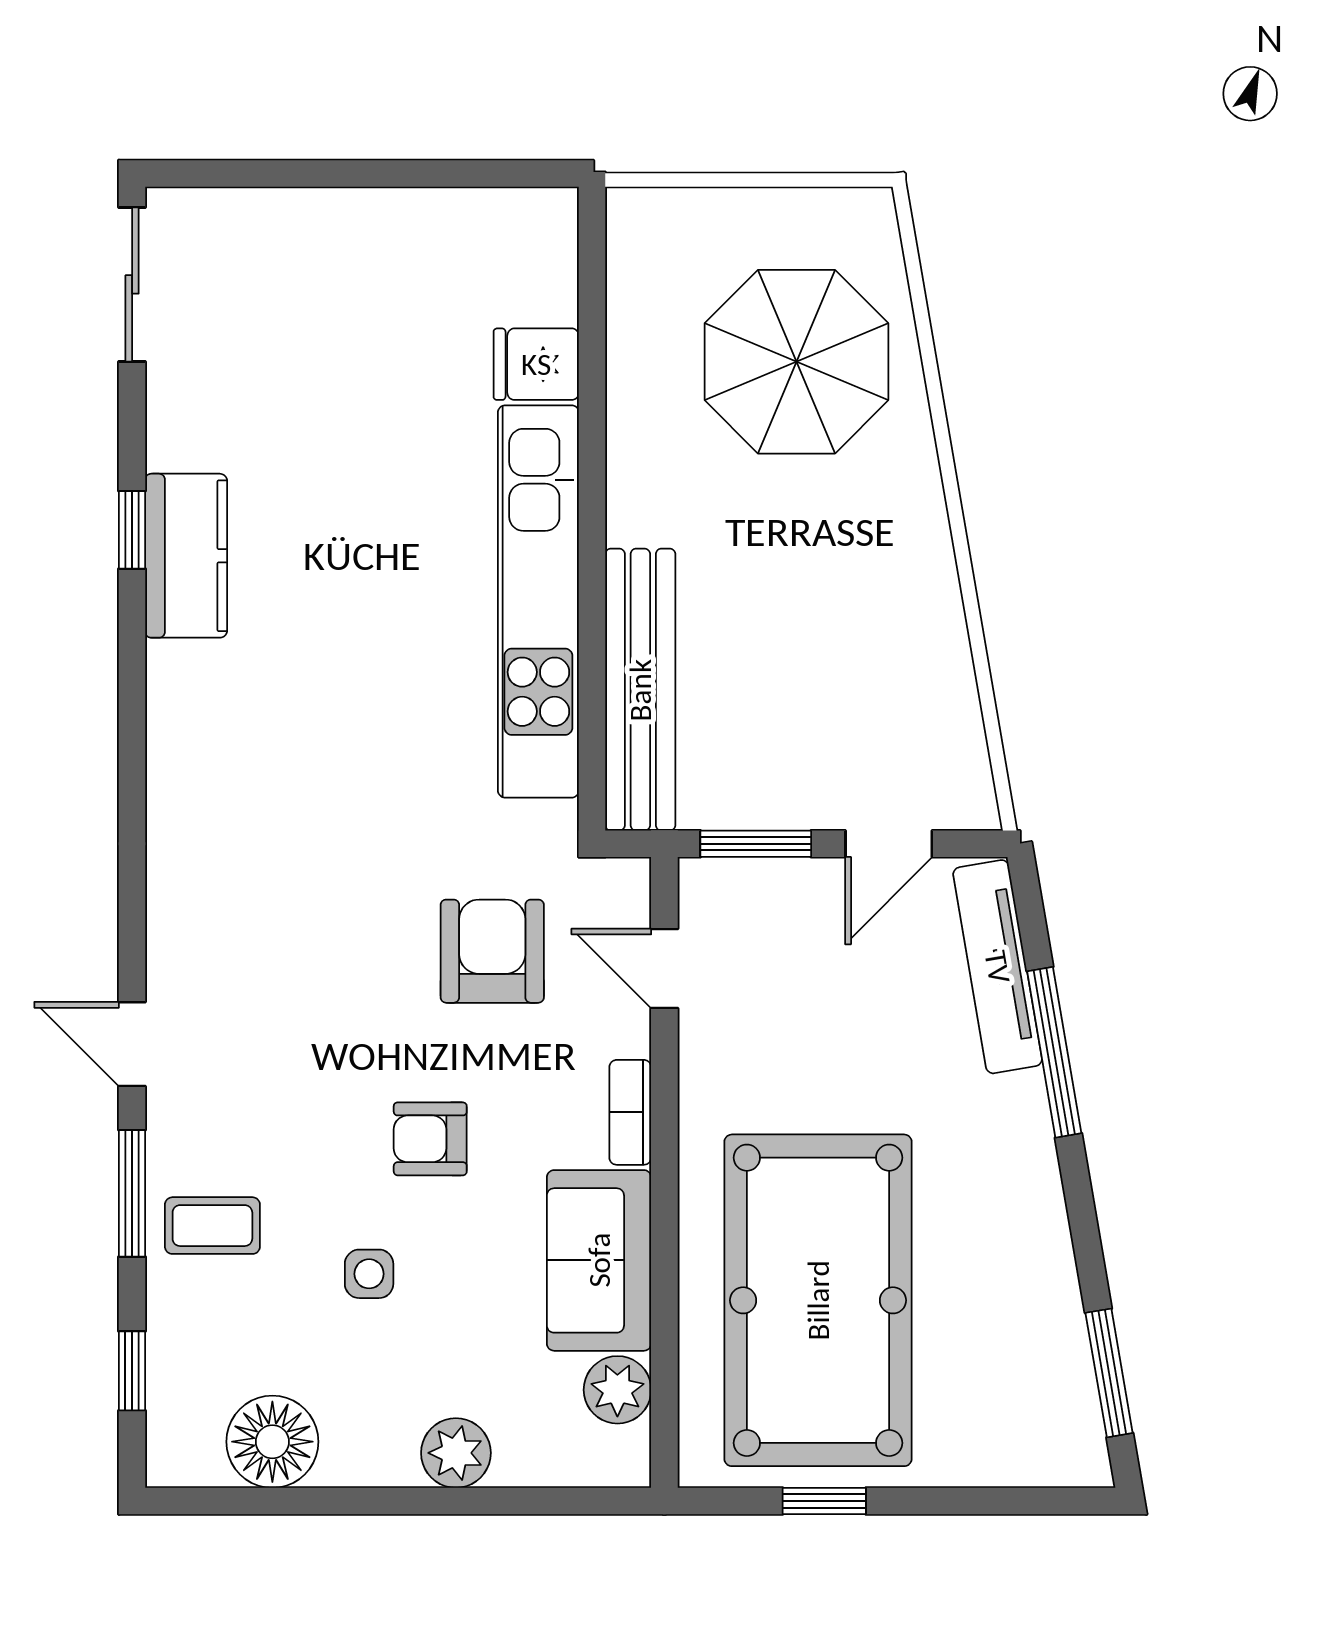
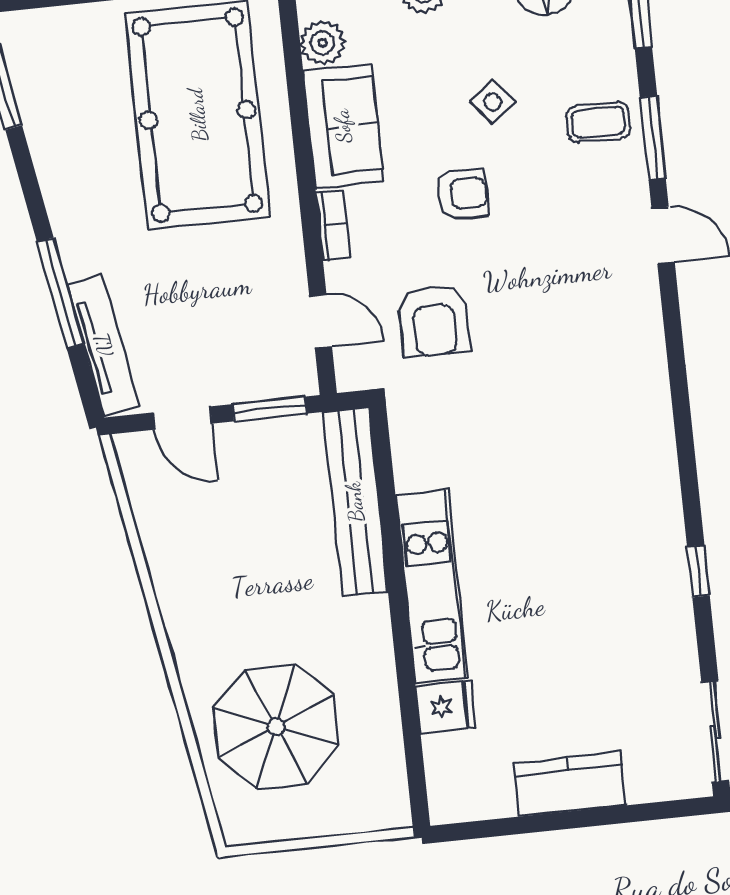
kitchen counter: (186, 556) -> (570, 784), moved, turned 90
kitchen unit: (538, 601) -> (432, 586), width x0.73
door: (889, 844) -> (183, 418), swing flipped
side table: (369, 1274) -> (493, 102), turned -38

